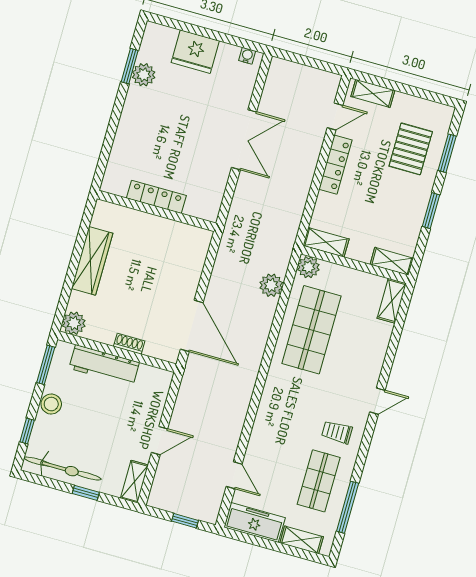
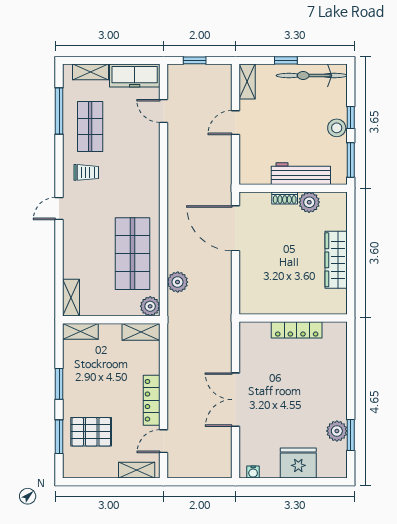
pallet: (411, 149) -> (91, 432), turned 90
plant: (74, 323) -> (309, 202), moved
window: (27, 431) -> (351, 117), moved

